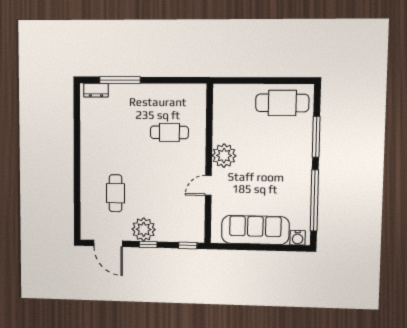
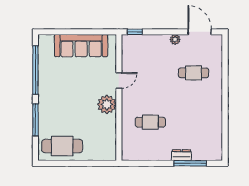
dresser: (96, 90) -> (181, 155), moved
cafe table: (116, 193) -> (194, 73), turned 90
plant: (144, 229) -> (175, 39), width x0.53, depth x0.53
water cooler: (298, 238) -> (48, 40), removed
window: (148, 244) -> (167, 32), removed

